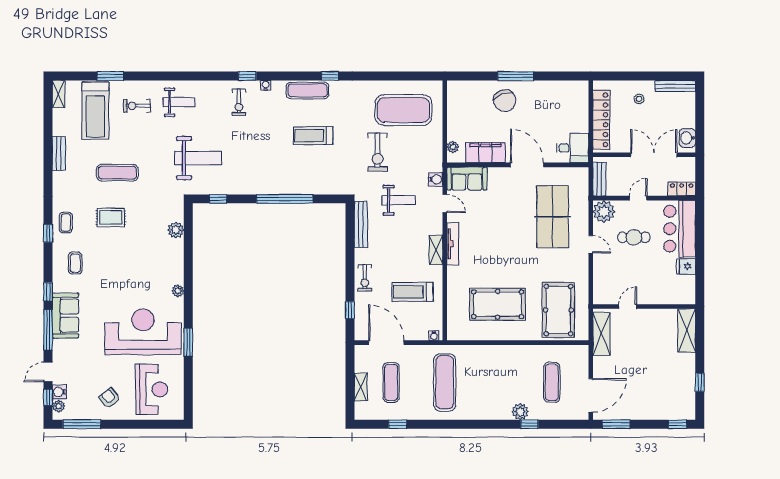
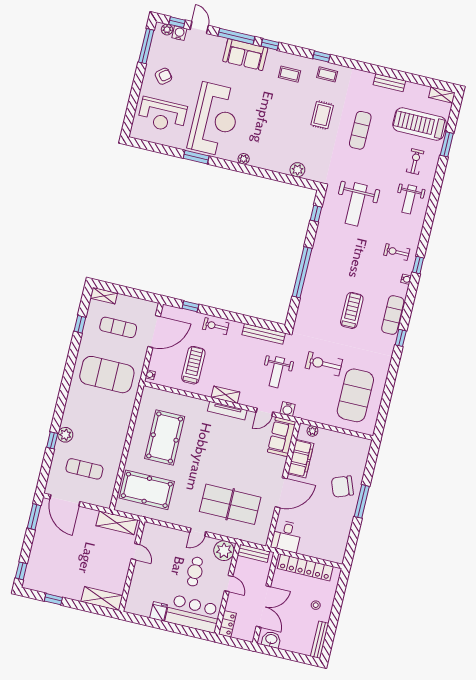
exercise mat: (445, 382) -> (107, 375), width x1.47
shelving: (361, 387) -> (104, 296), moved

